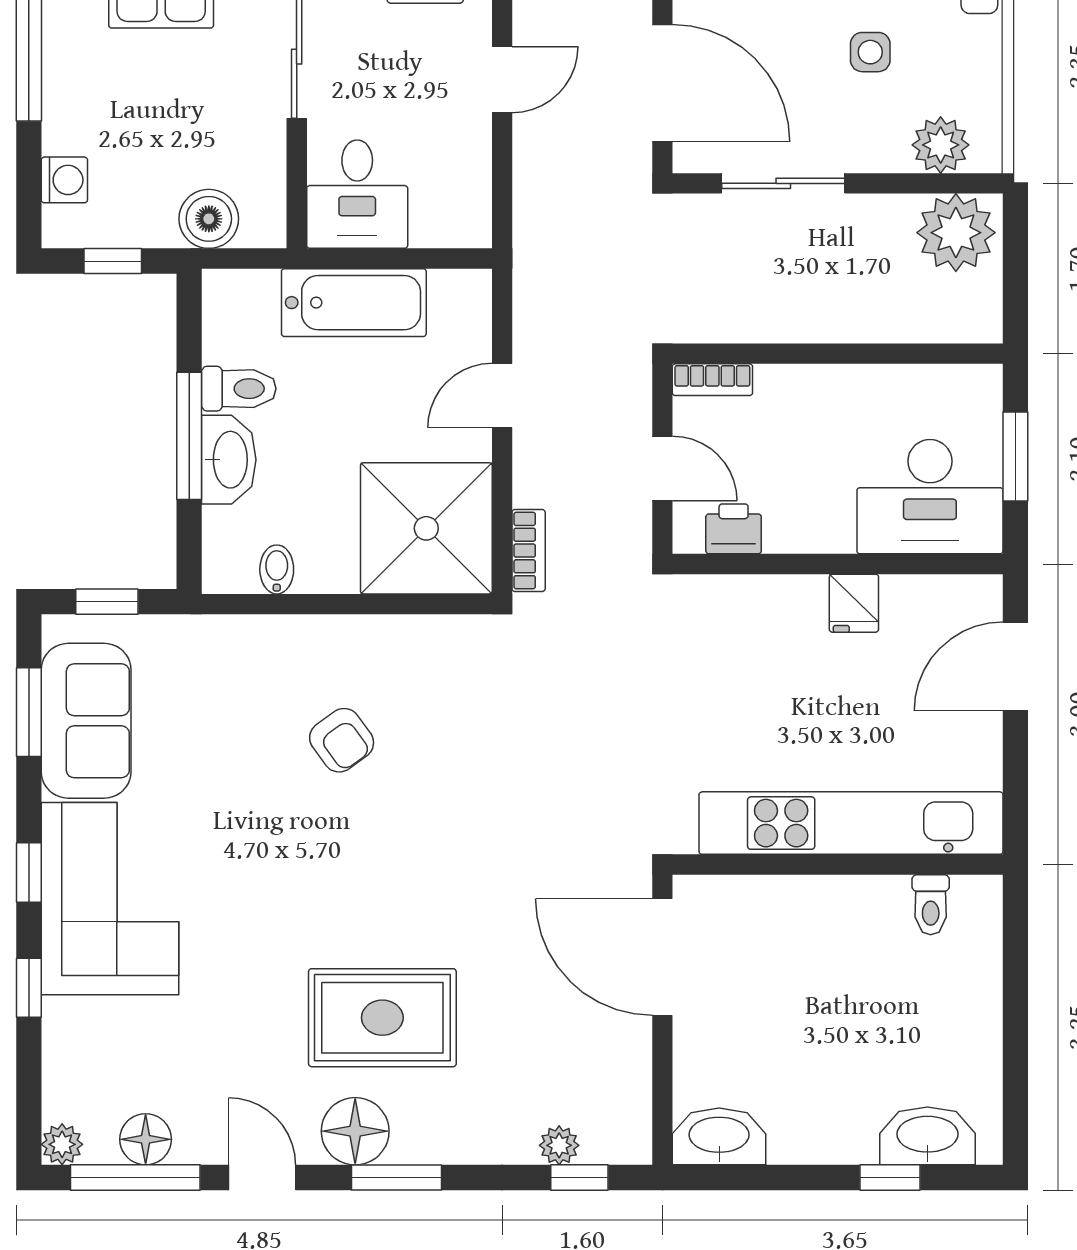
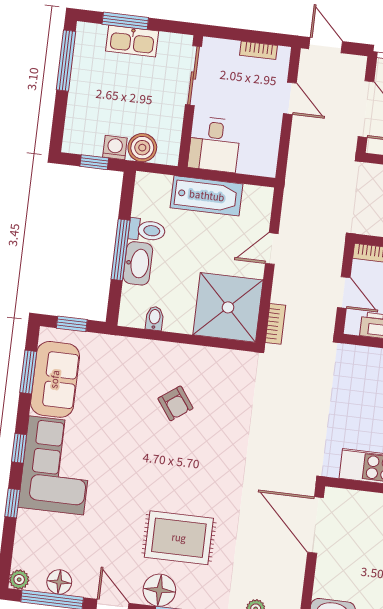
door: (502, 80) -> (290, 98), hinge flipped
washing machine: (64, 180) -> (115, 148), moved, turned -90

